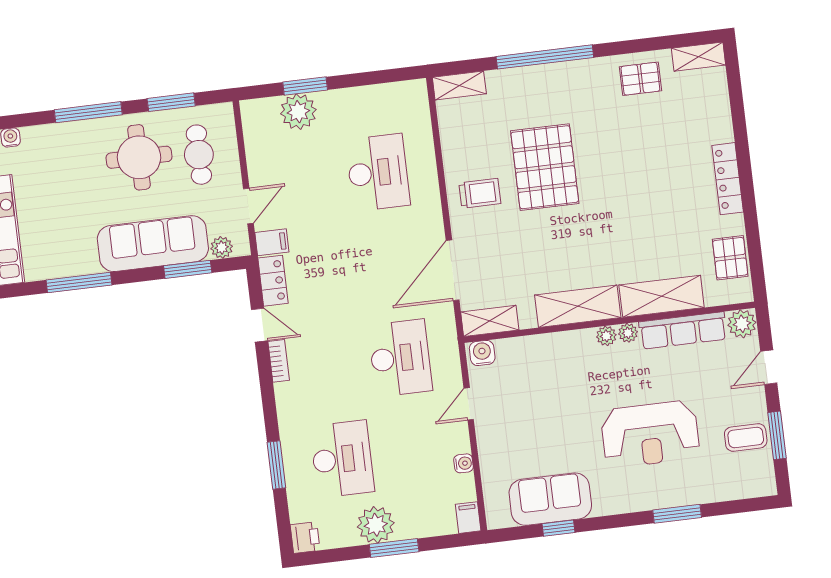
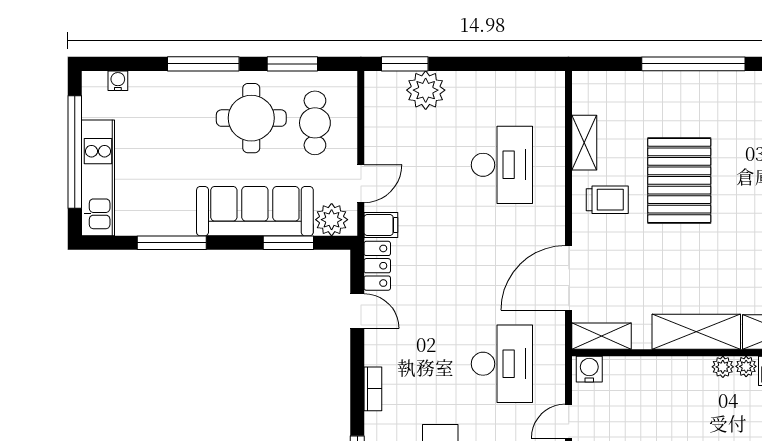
window: (305, 86) -> (405, 64), moved
shelving: (459, 86) -> (584, 143), moved, turned 90
plant: (222, 247) -> (332, 220), width x1.38, depth x1.38
bookcase: (279, 361) -> (373, 389), moved

